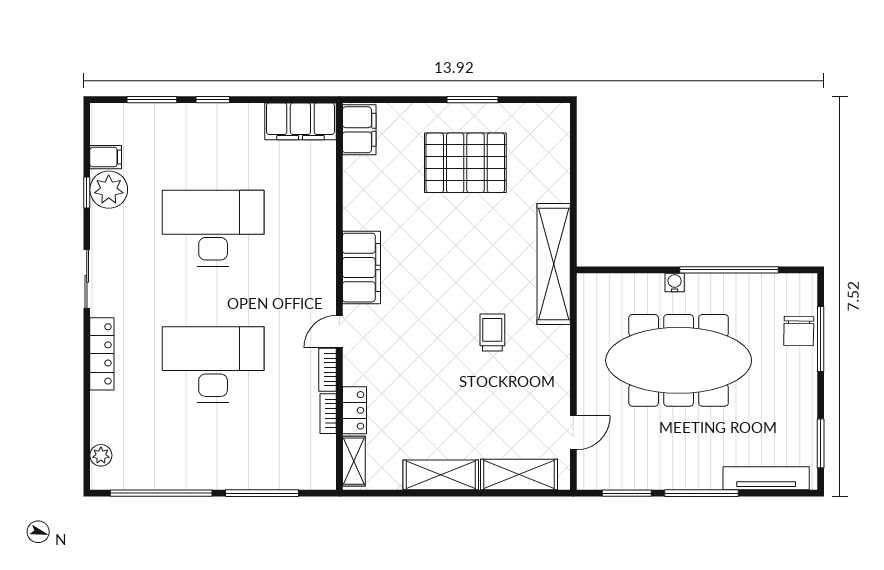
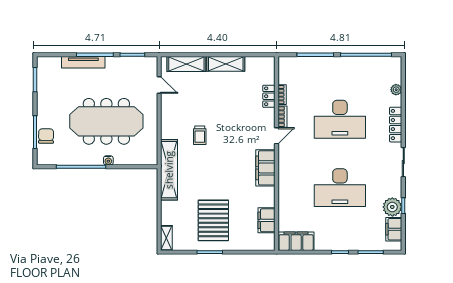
filing cabinet: (359, 130) -> (267, 220), moved
filing cabinet: (106, 157) -> (394, 229), width x2.00
pallet: (465, 163) -> (213, 220), turned 90
door: (573, 433) -> (159, 85), swing flipped
plant: (101, 455) -> (396, 90), moved
shelving: (354, 461) -> (166, 238), moved
tv unit: (766, 478) -> (83, 62), moved

